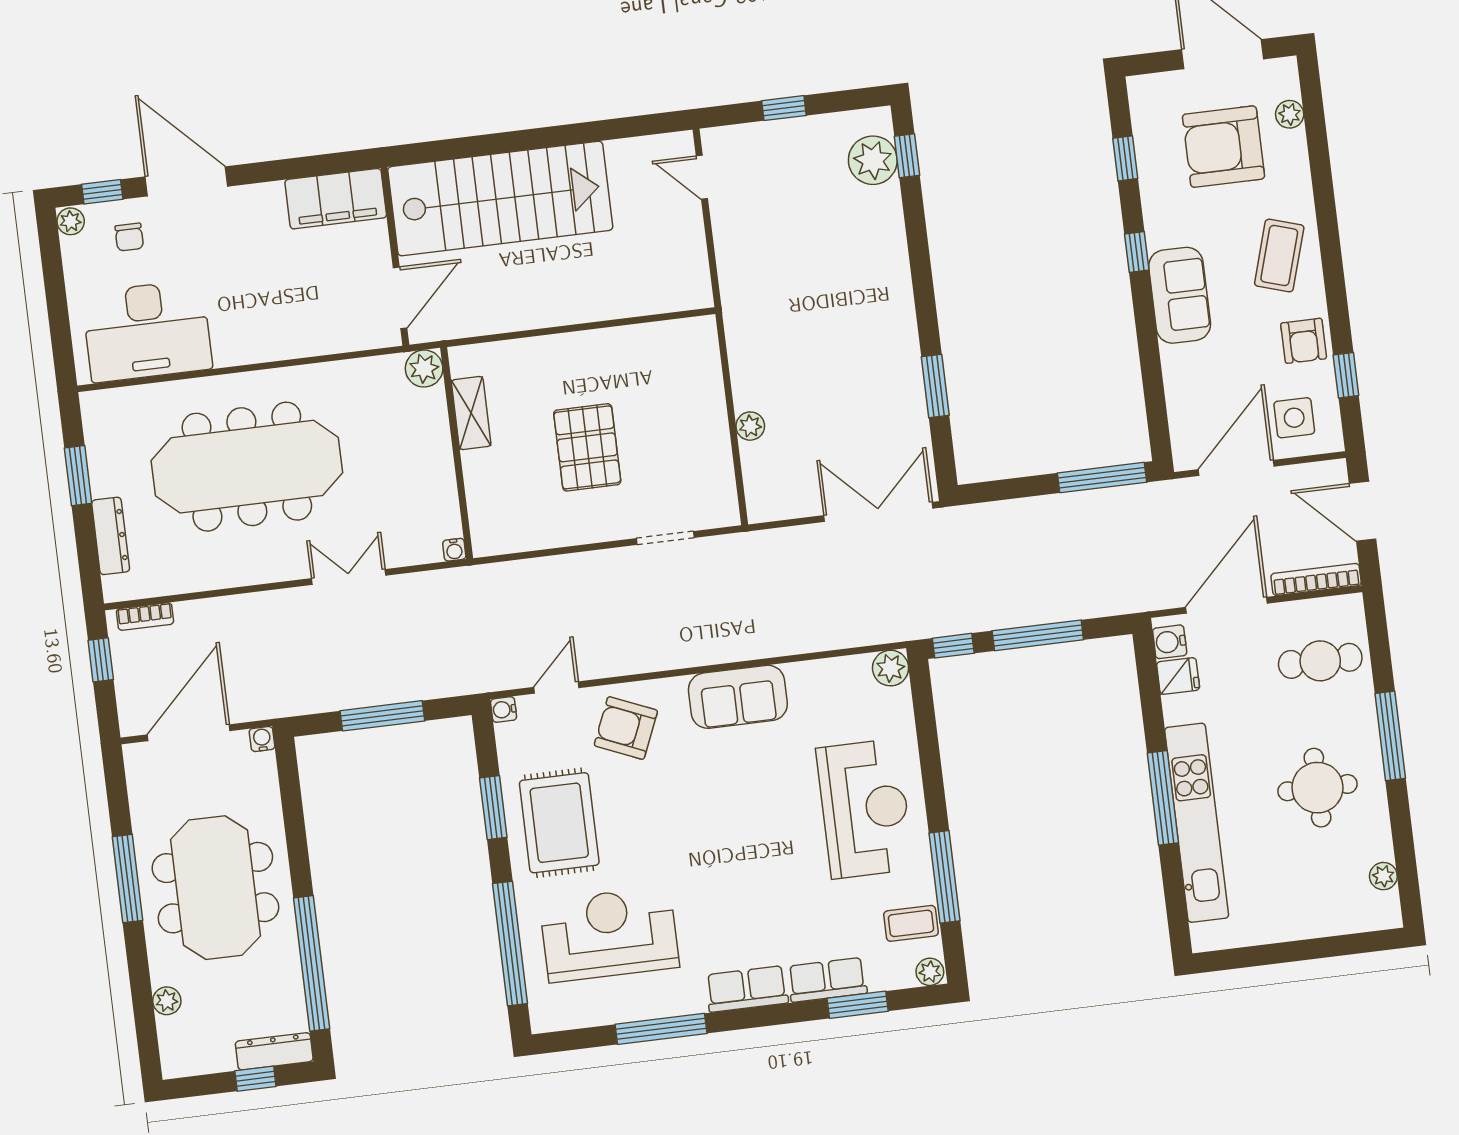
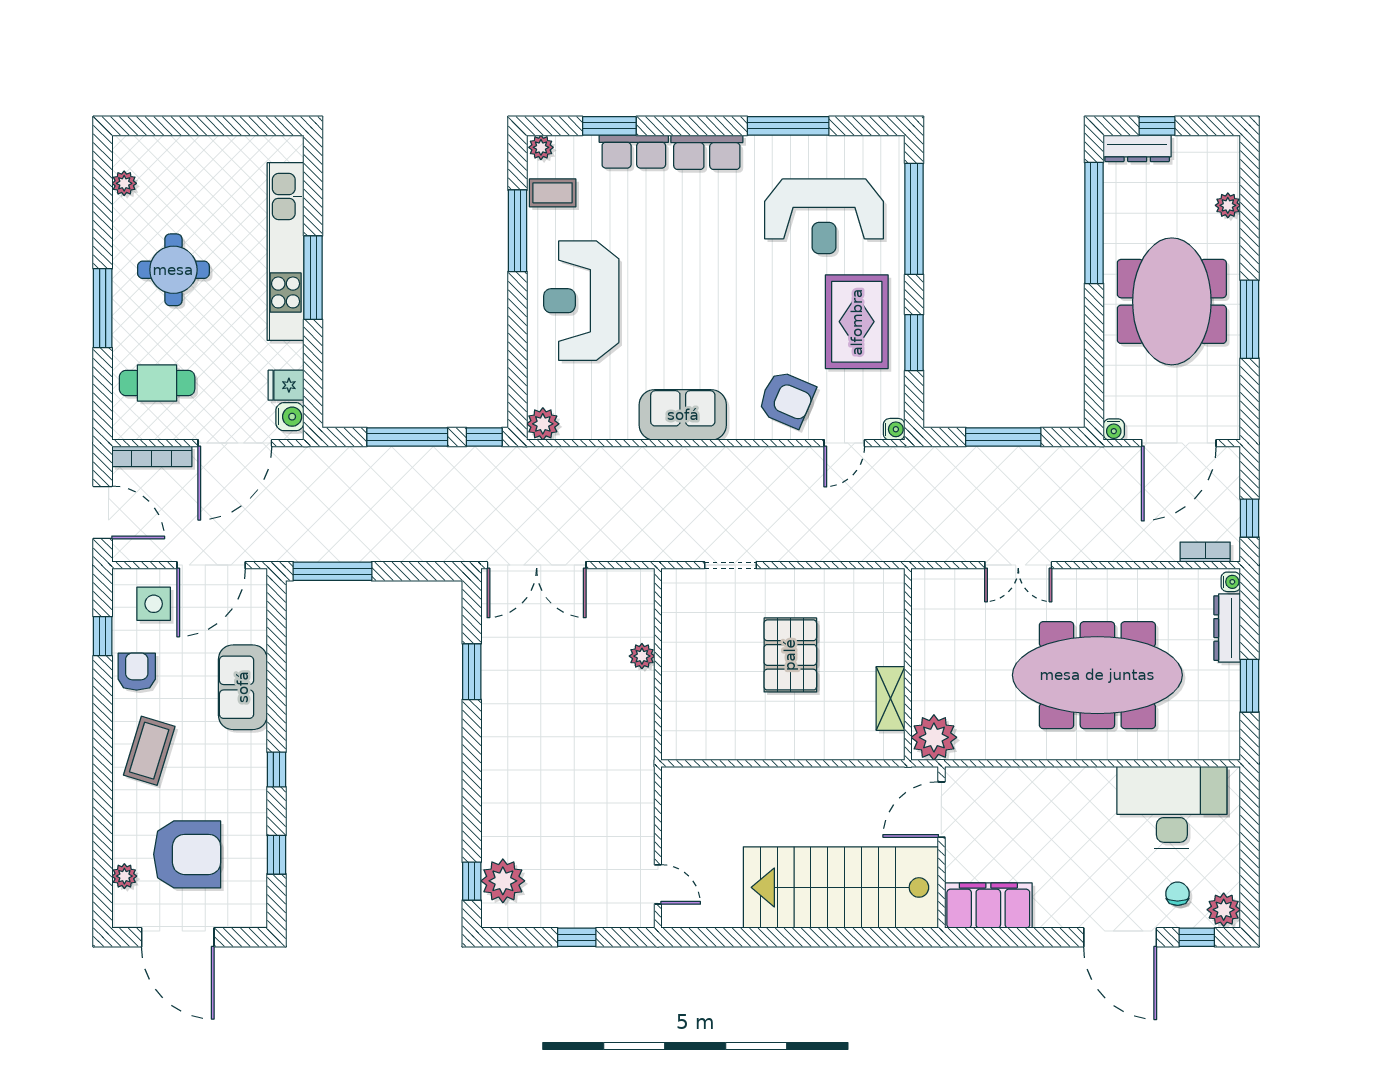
plant: (71, 221) -> (1224, 910), width x1.38, depth x1.38
sofa: (1180, 295) -> (243, 687), moved
plant: (424, 369) -> (934, 737), width x1.36, depth x1.36
water cooler: (454, 550) -> (1231, 582), moved, turned 90

